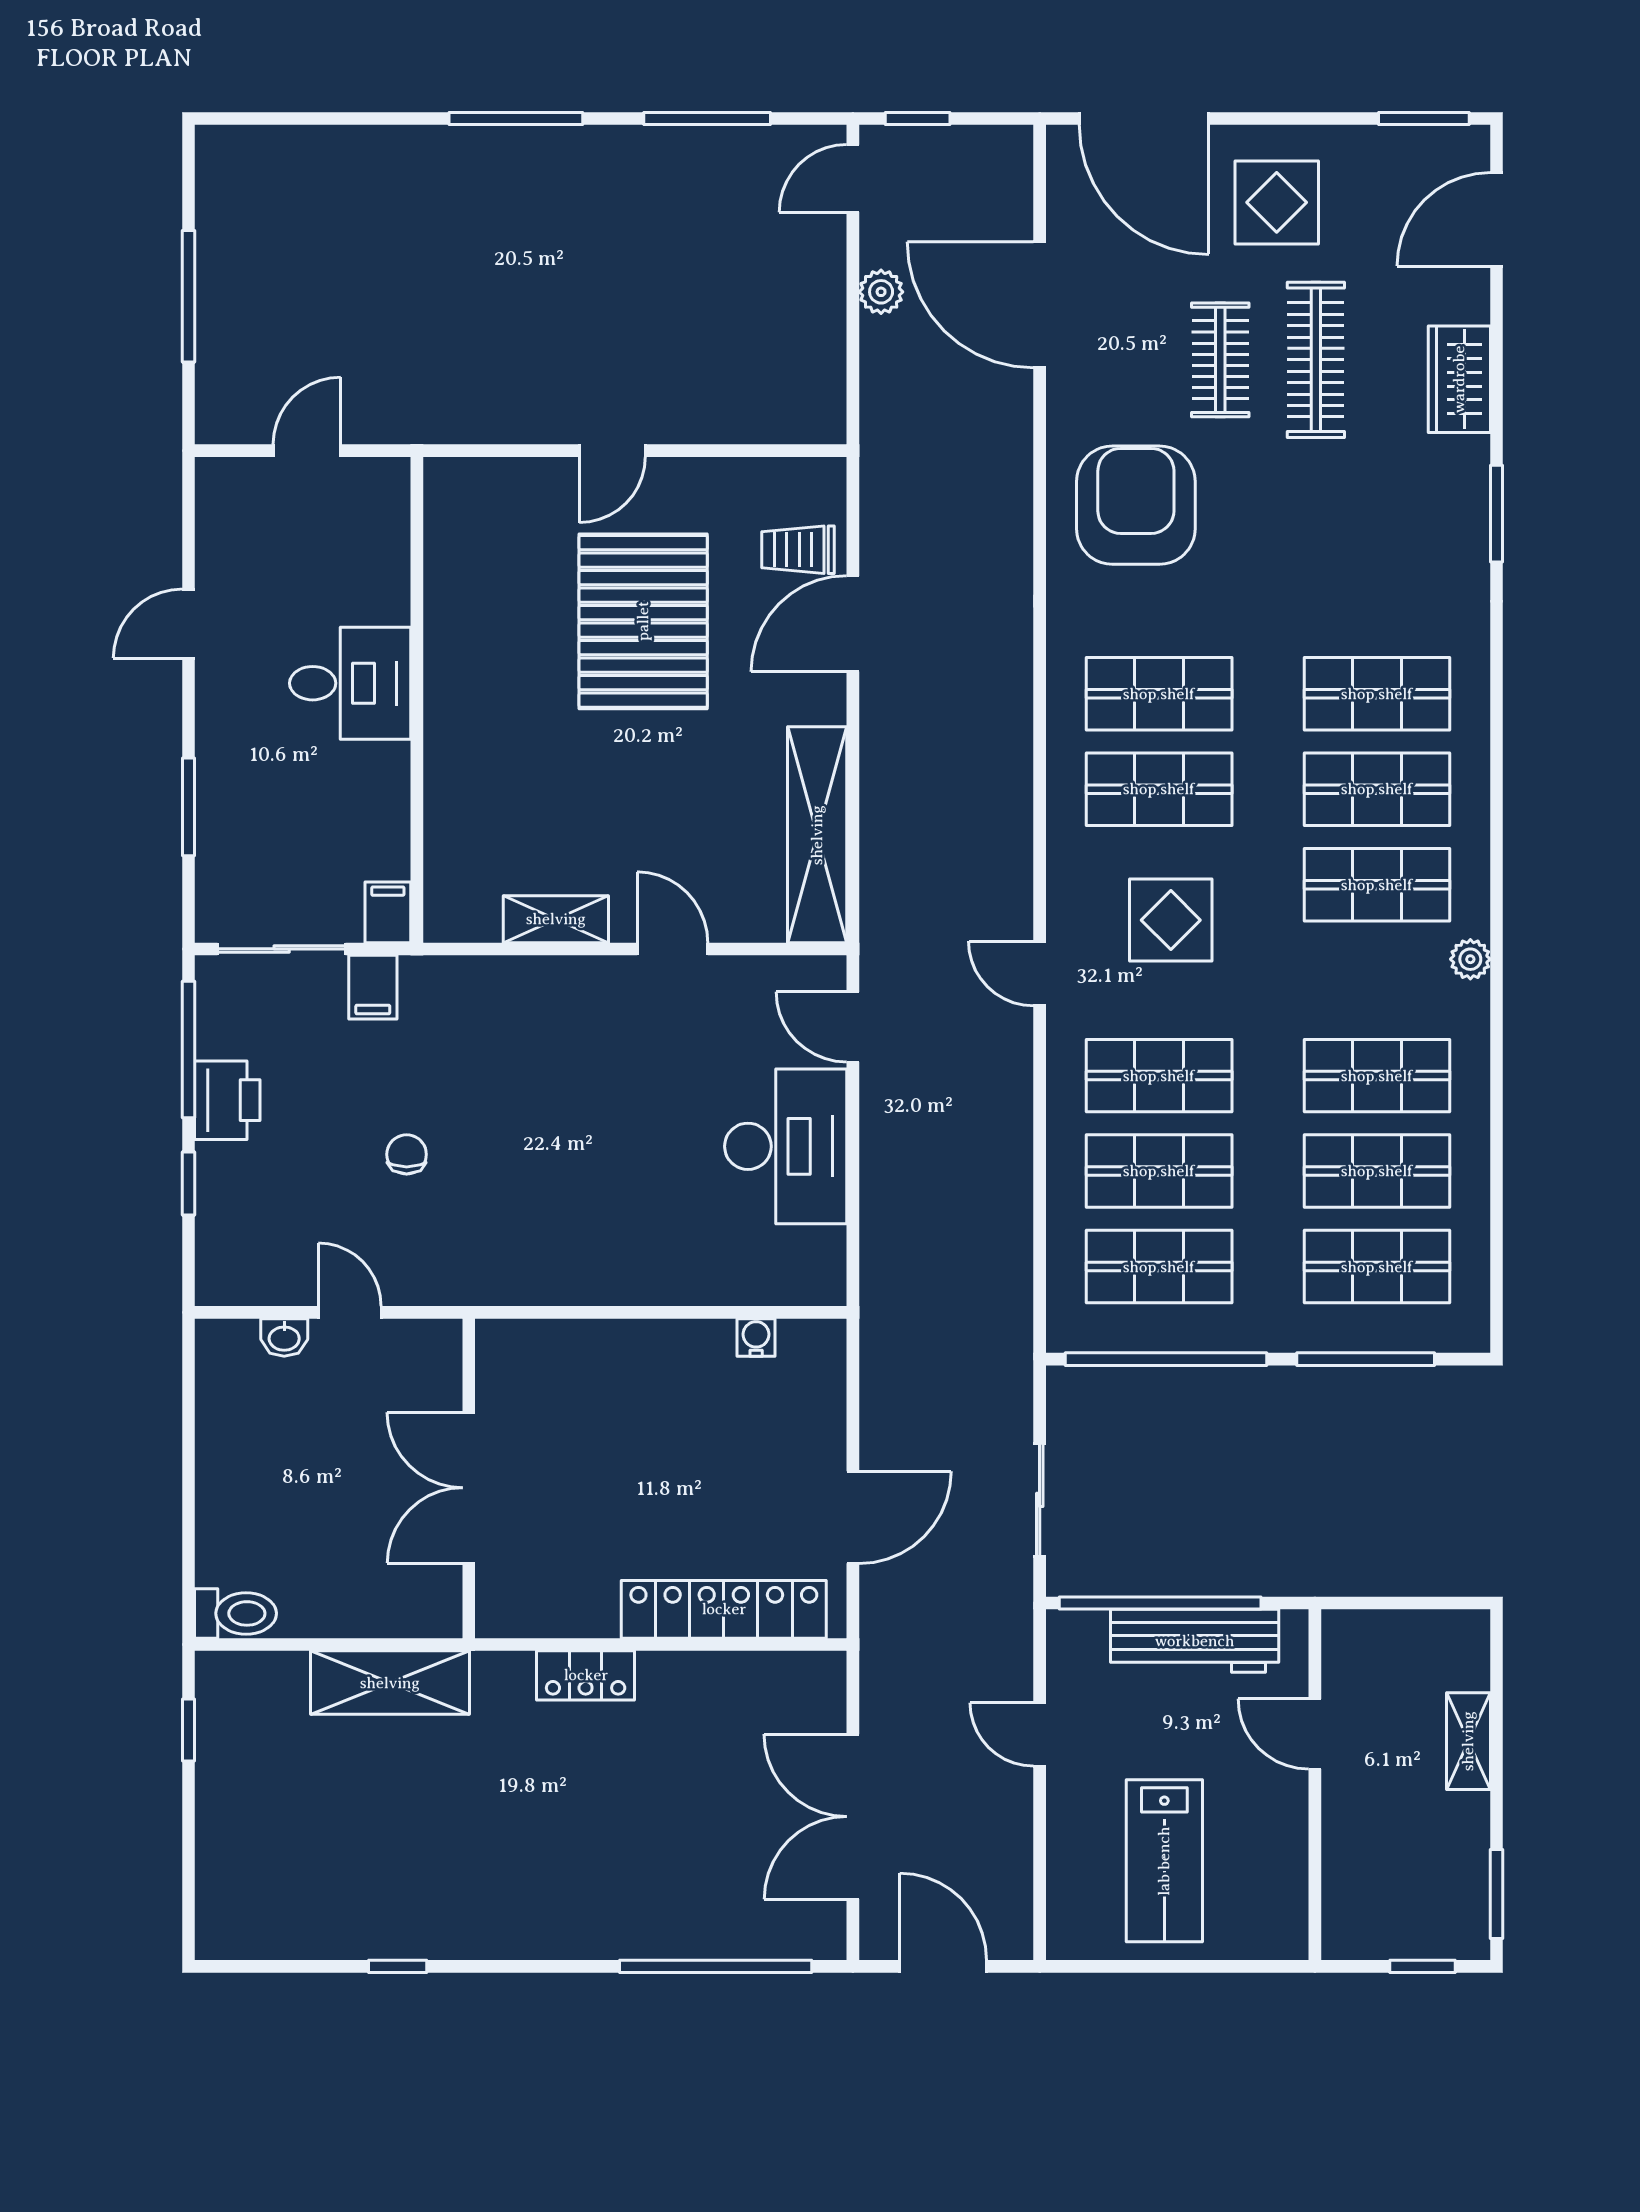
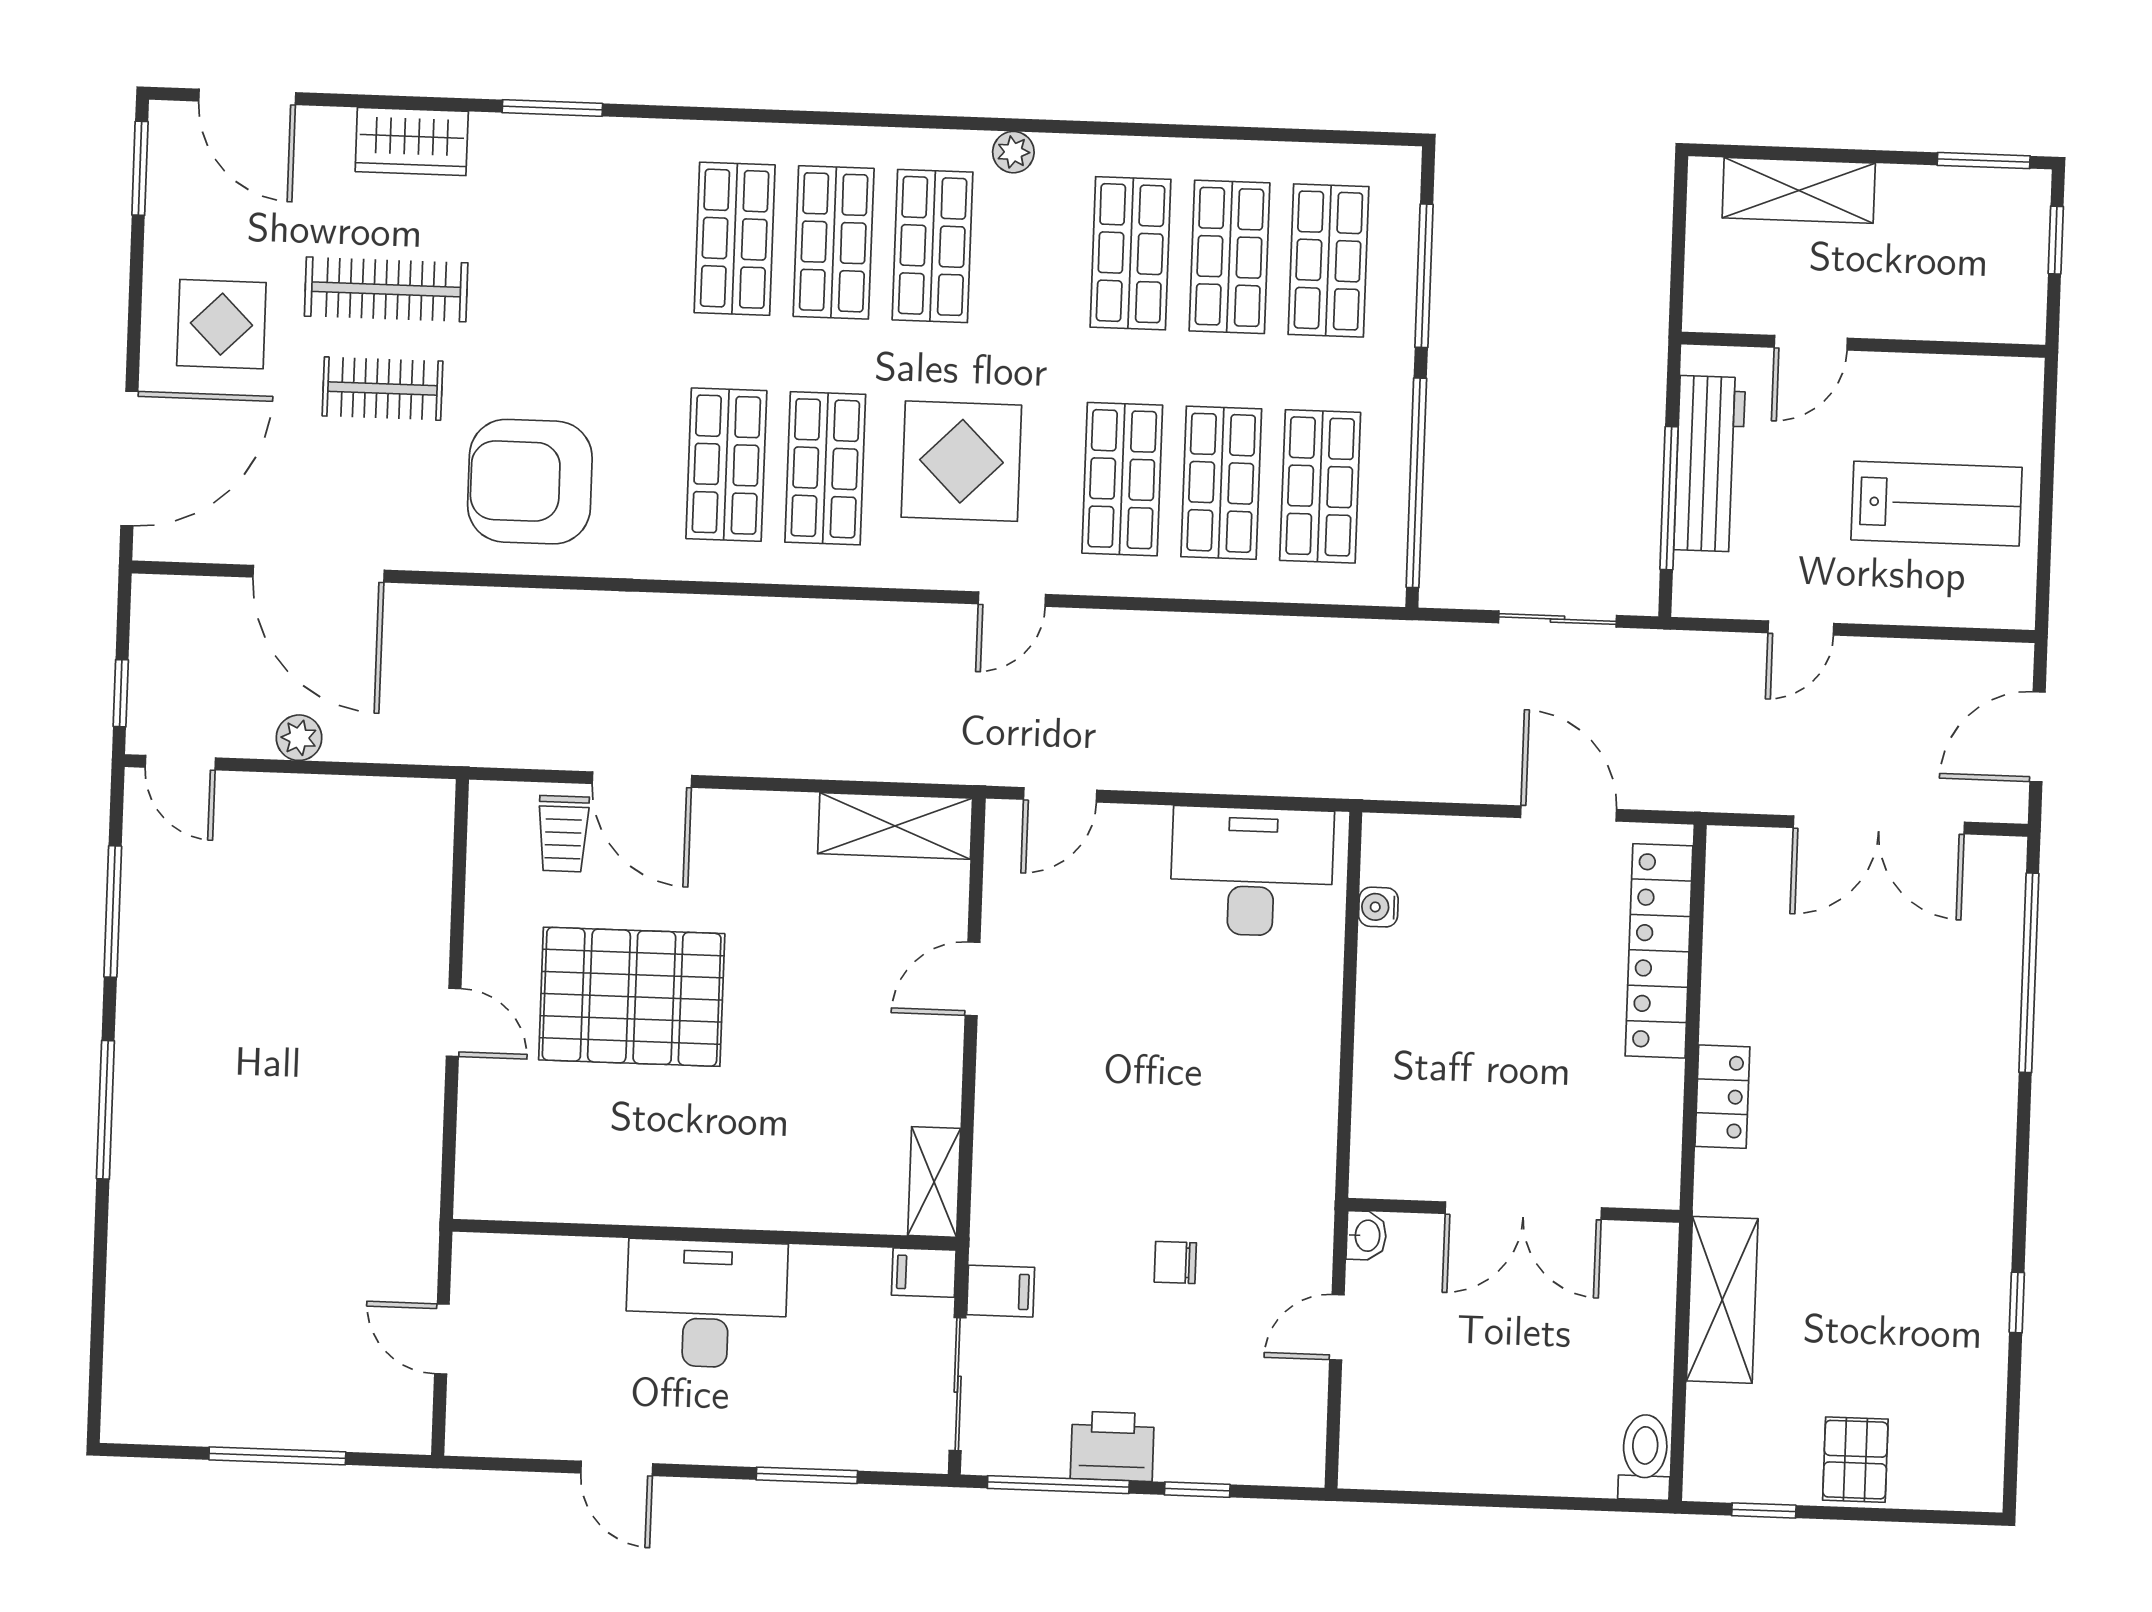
door: (1040, 305) -> (319, 574), hinge flipped
desk: (350, 683) -> (706, 1304), width x1.37
shelving: (817, 835) -> (895, 826), width x0.68
shelving: (556, 919) -> (934, 1182), moved
display table: (1171, 920) -> (961, 461), width x1.36, depth x1.36
desk: (786, 1146) -> (1252, 872), moved
washbasin: (284, 1337) -> (1366, 1236), moved
window: (1160, 1603) -> (1669, 498), width x0.68
shelving: (1468, 1741) -> (1799, 190), width x1.50, depth x1.33
pallet: (241, 1816) -> (1855, 1460), added

